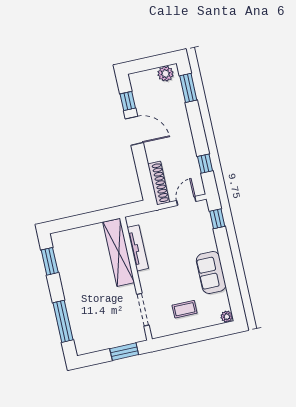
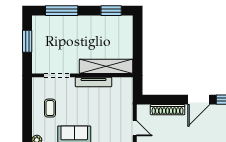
shoe rack: (159, 183) -> (168, 110), moved
tv unit: (138, 248) -> (93, 82), moved
window: (124, 352) -> (27, 41), moved

